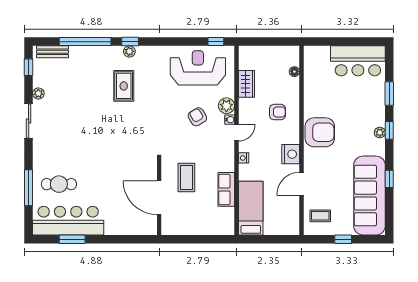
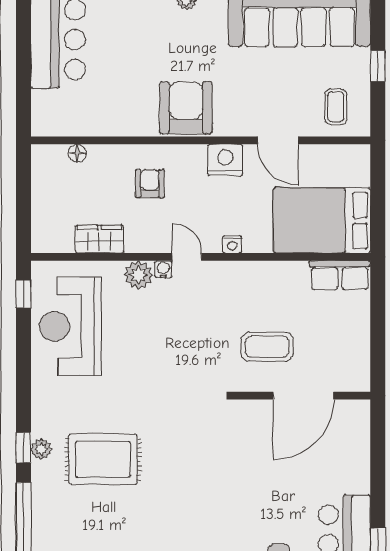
rug: (124, 86) -> (103, 459), width x1.36, depth x1.43
armchair: (197, 117) -> (158, 327), removed
row of seats: (226, 189) -> (340, 275), moved
bed: (251, 208) -> (322, 220), width x1.50

